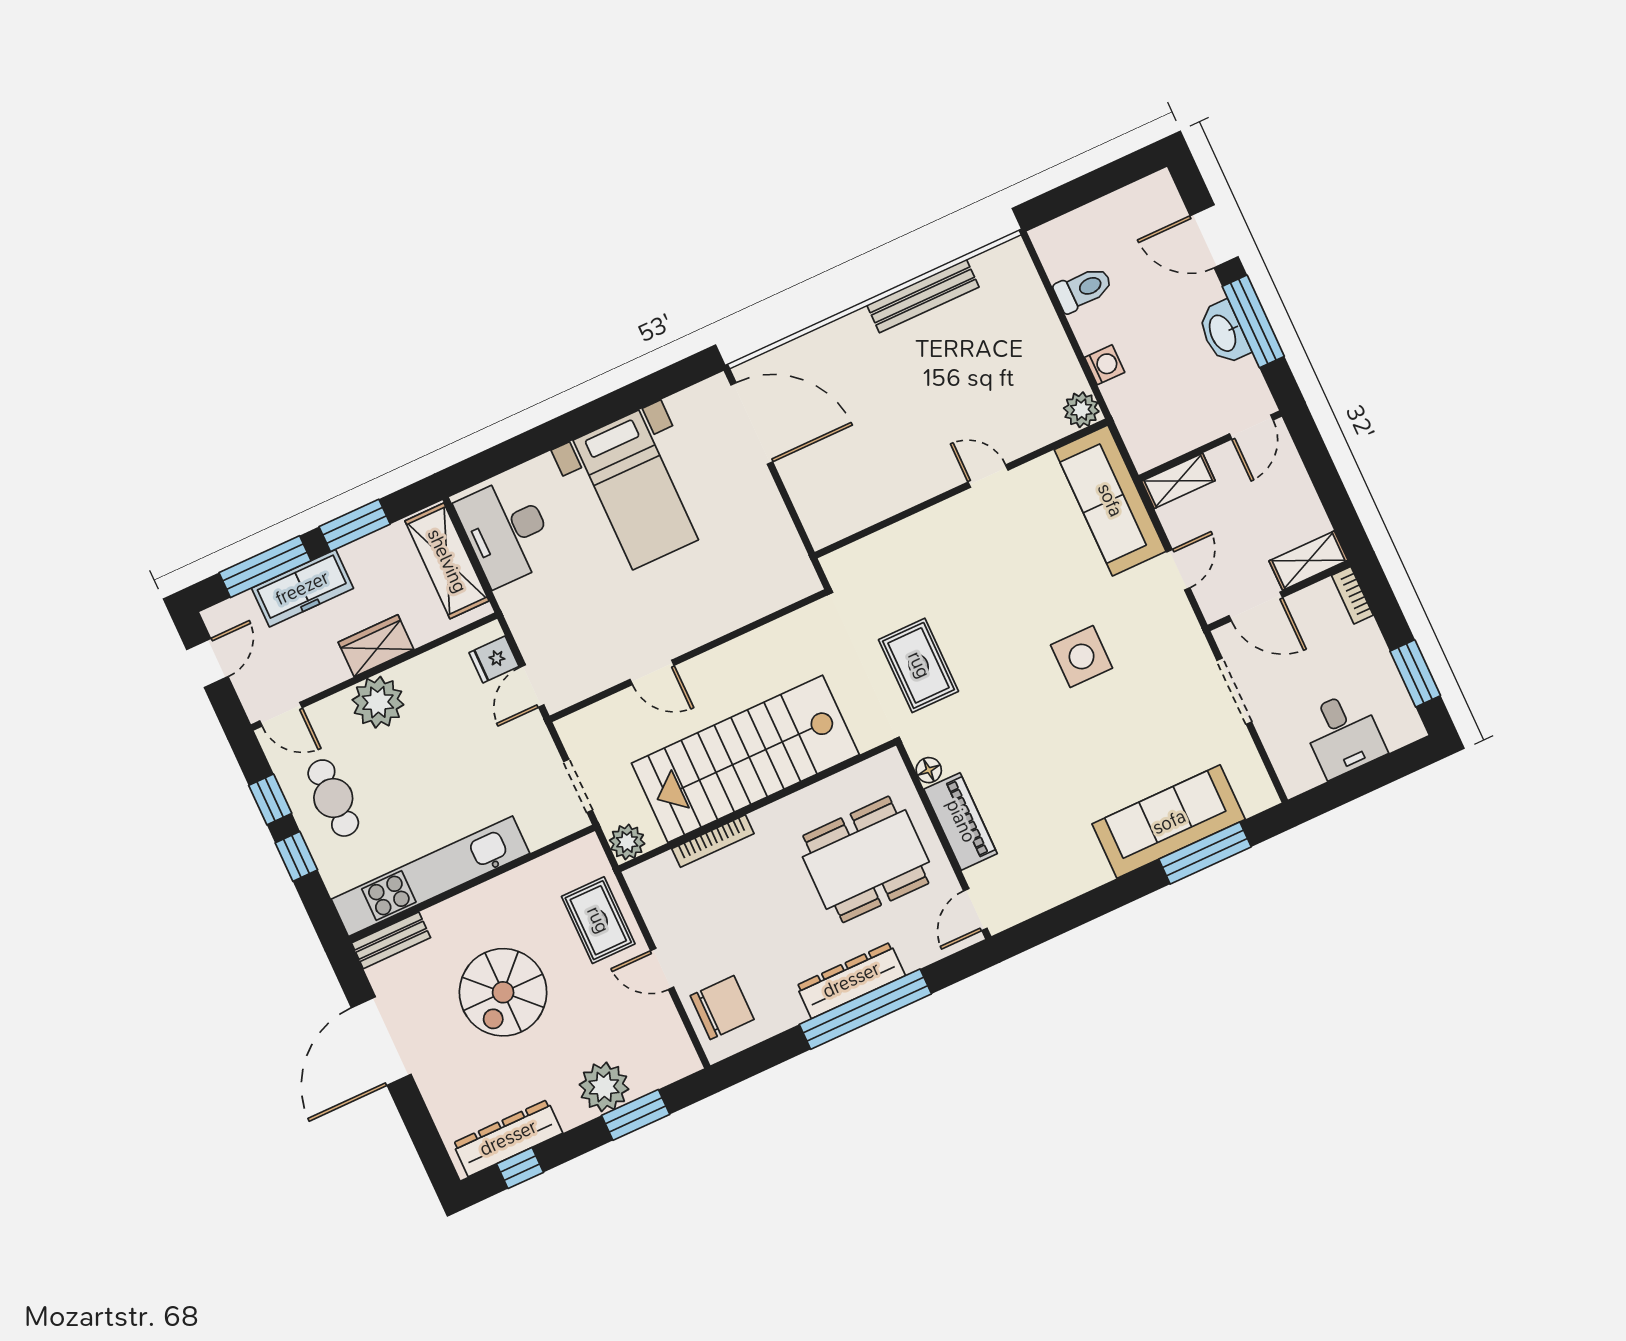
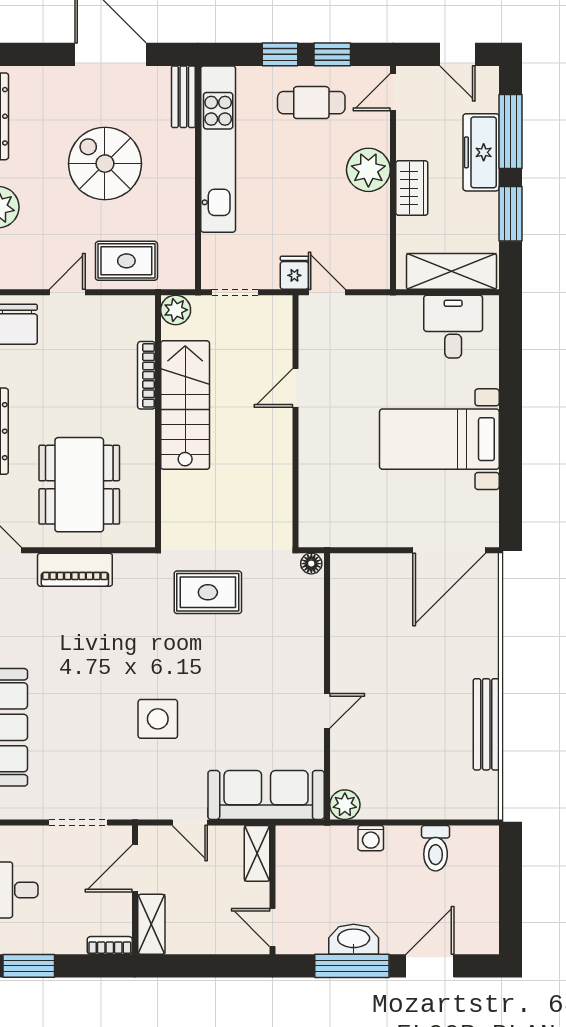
desk: (506, 531) -> (453, 327), width x0.73
fridge: (494, 659) -> (294, 273), moved
stairs: (745, 759) -> (185, 405), width x0.73, depth x0.66
floor lamp: (929, 770) -> (311, 564), moved

